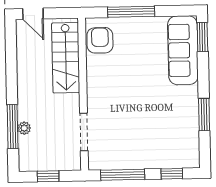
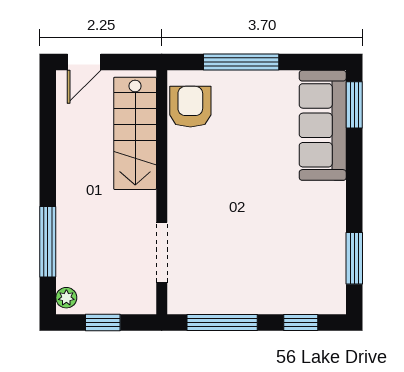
door: (33, 14) -> (84, 62), hinge flipped
window: (204, 115) -> (354, 258), moved
plant: (24, 128) -> (66, 298), moved

